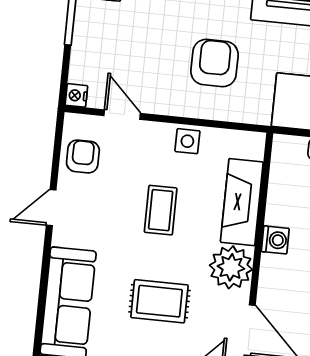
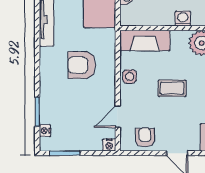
armchair: (83, 156) -> (145, 137), turned 90
fireplace: (242, 202) -> (145, 41), moved

